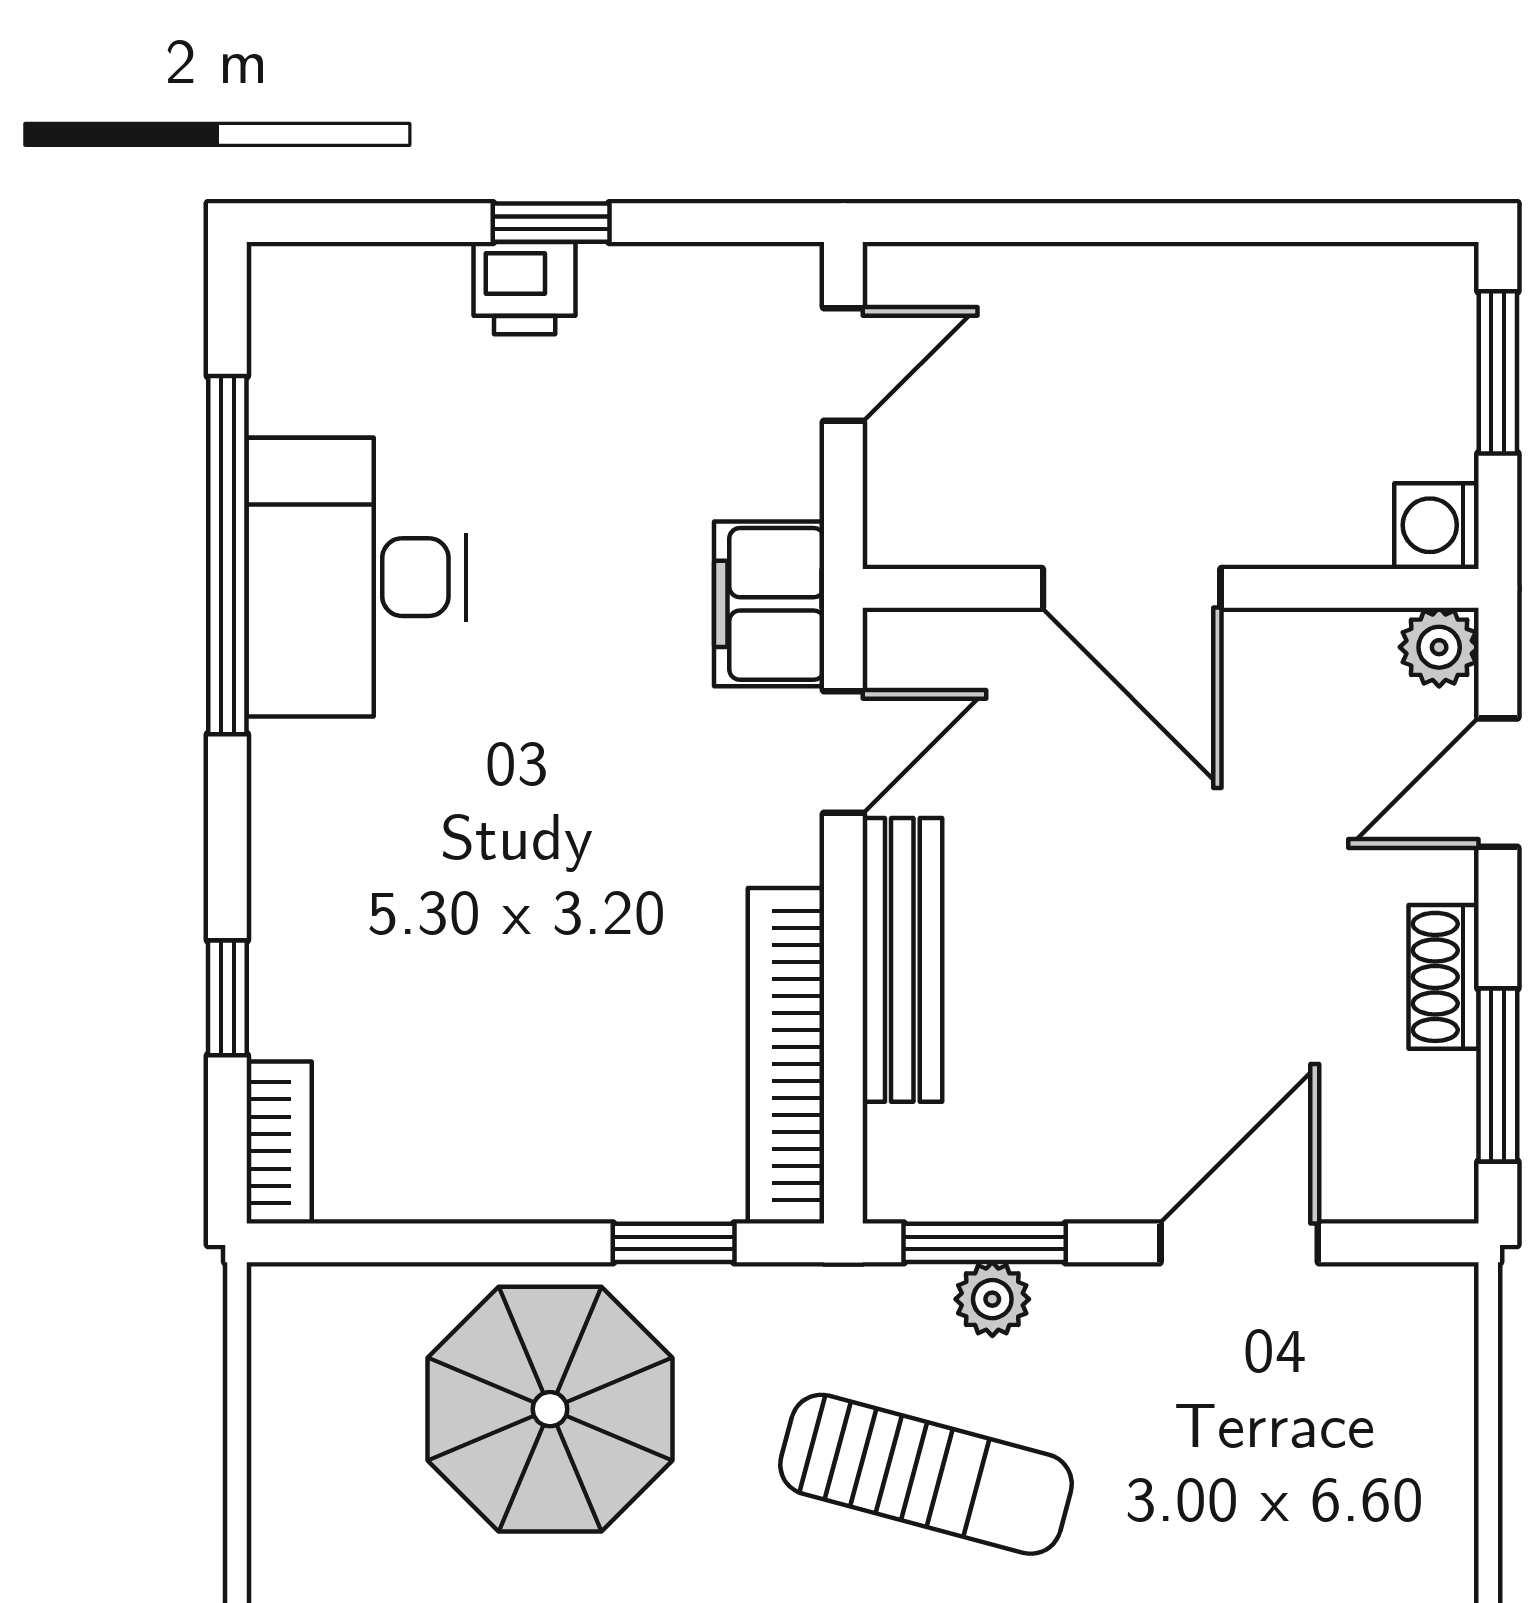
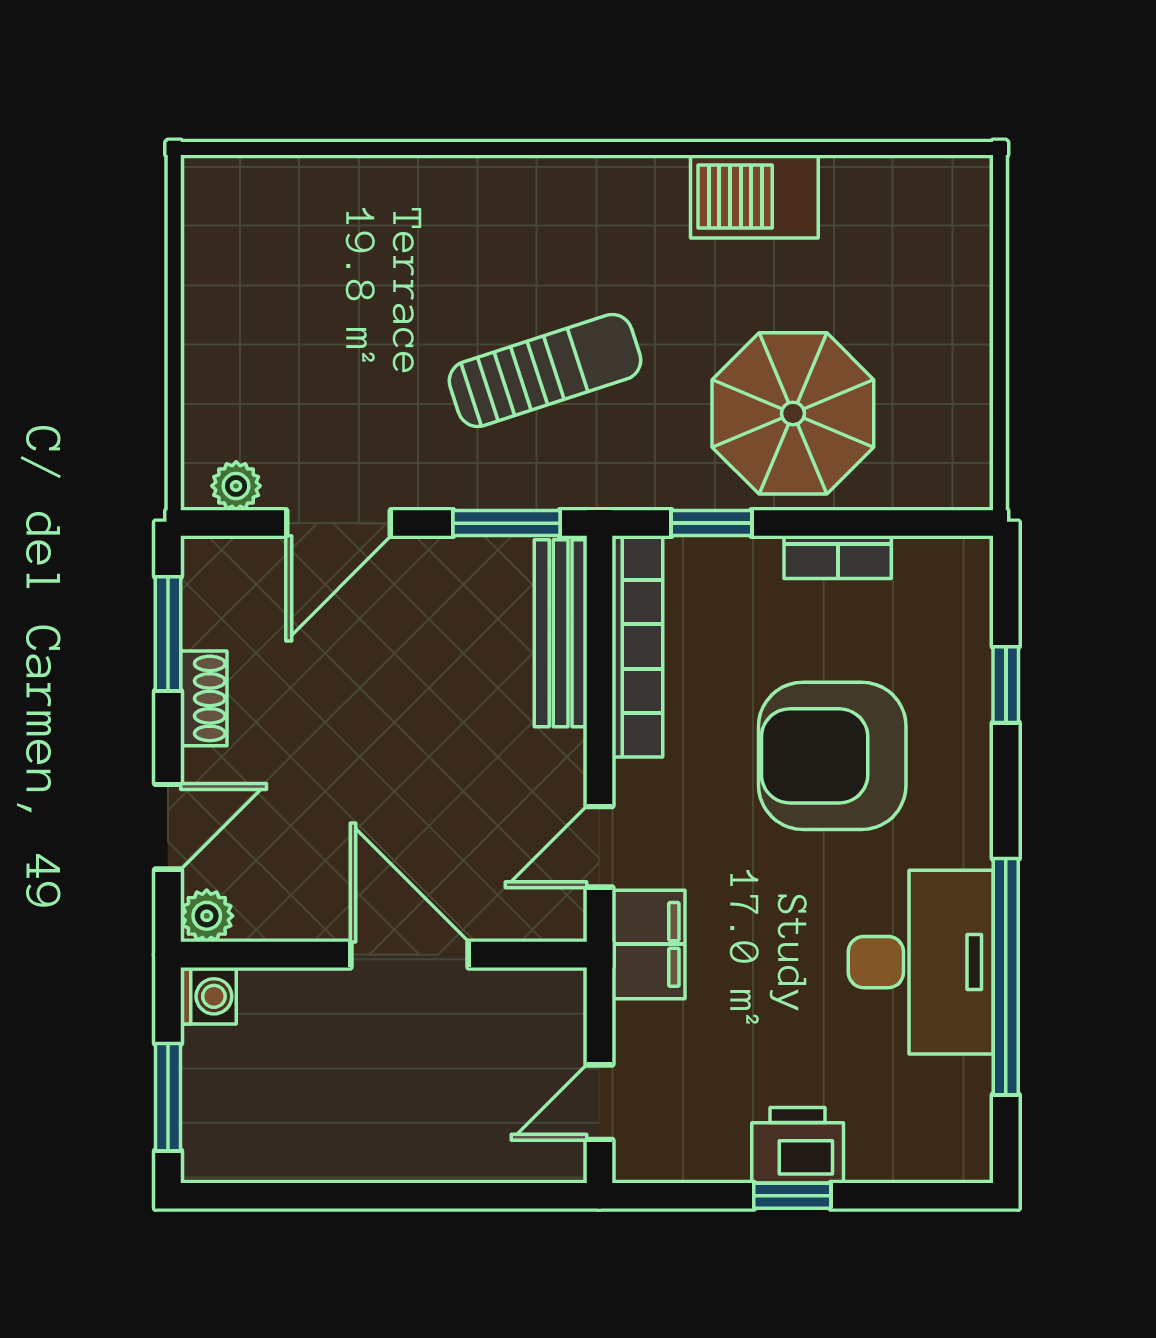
printer: (525, 288) -> (798, 1145), width x1.36, depth x1.24
armchair: (490, 890) -> (832, 756), added
bench: (902, 960) -> (561, 633), moved
bookcase: (279, 1143) -> (838, 557), moved, turned -90
plant: (992, 1299) -> (236, 486), moved
sun lounger: (926, 1474) -> (545, 371), turned 147

